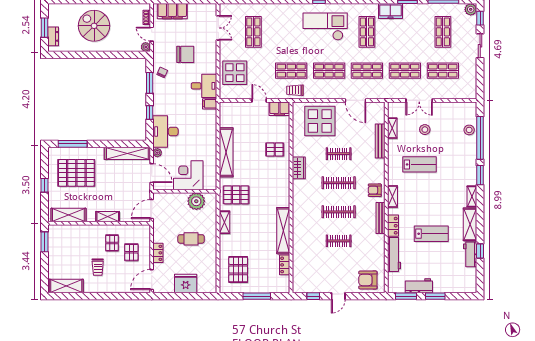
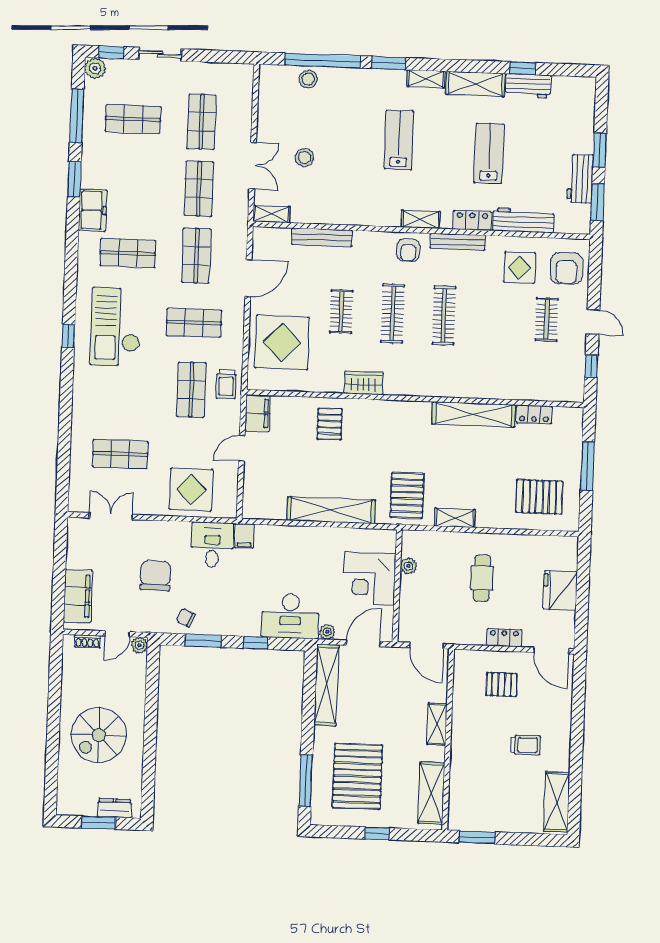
shop shelf: (329, 71) -> (194, 323), turned 90
shelving: (392, 128) -> (271, 214), moved
lab bench: (419, 164) -> (399, 140), moved
plant: (196, 201) -> (408, 566), width x0.53, depth x0.53
clothes rail: (339, 241) -> (547, 319), moved
pallet: (112, 243) -> (484, 718), removed
display table: (367, 253) -> (520, 268), added

